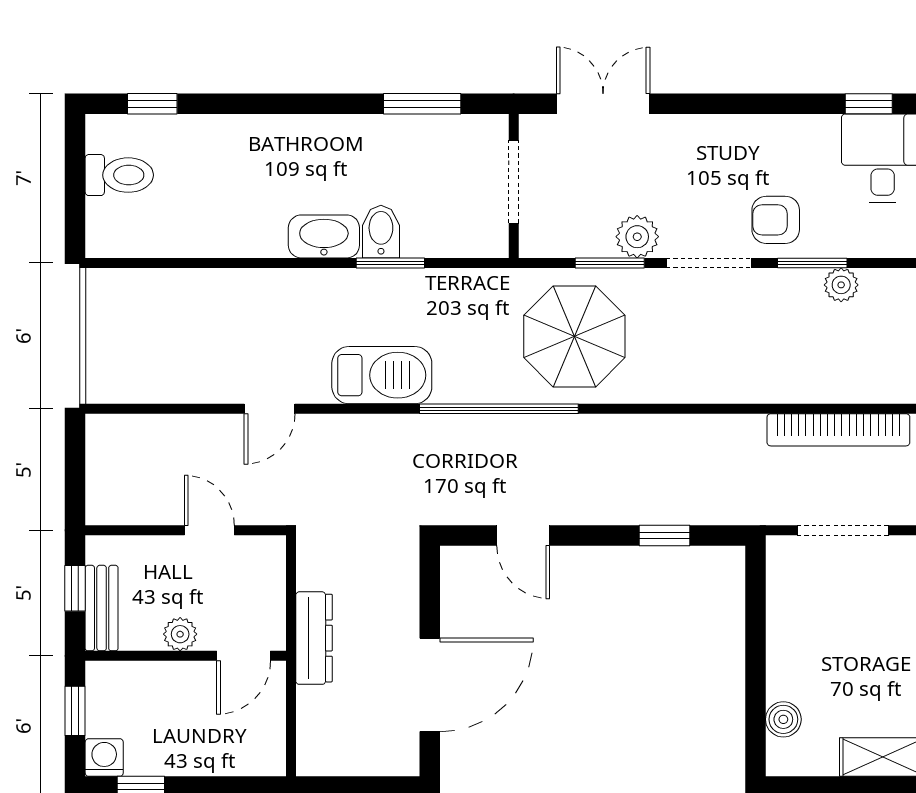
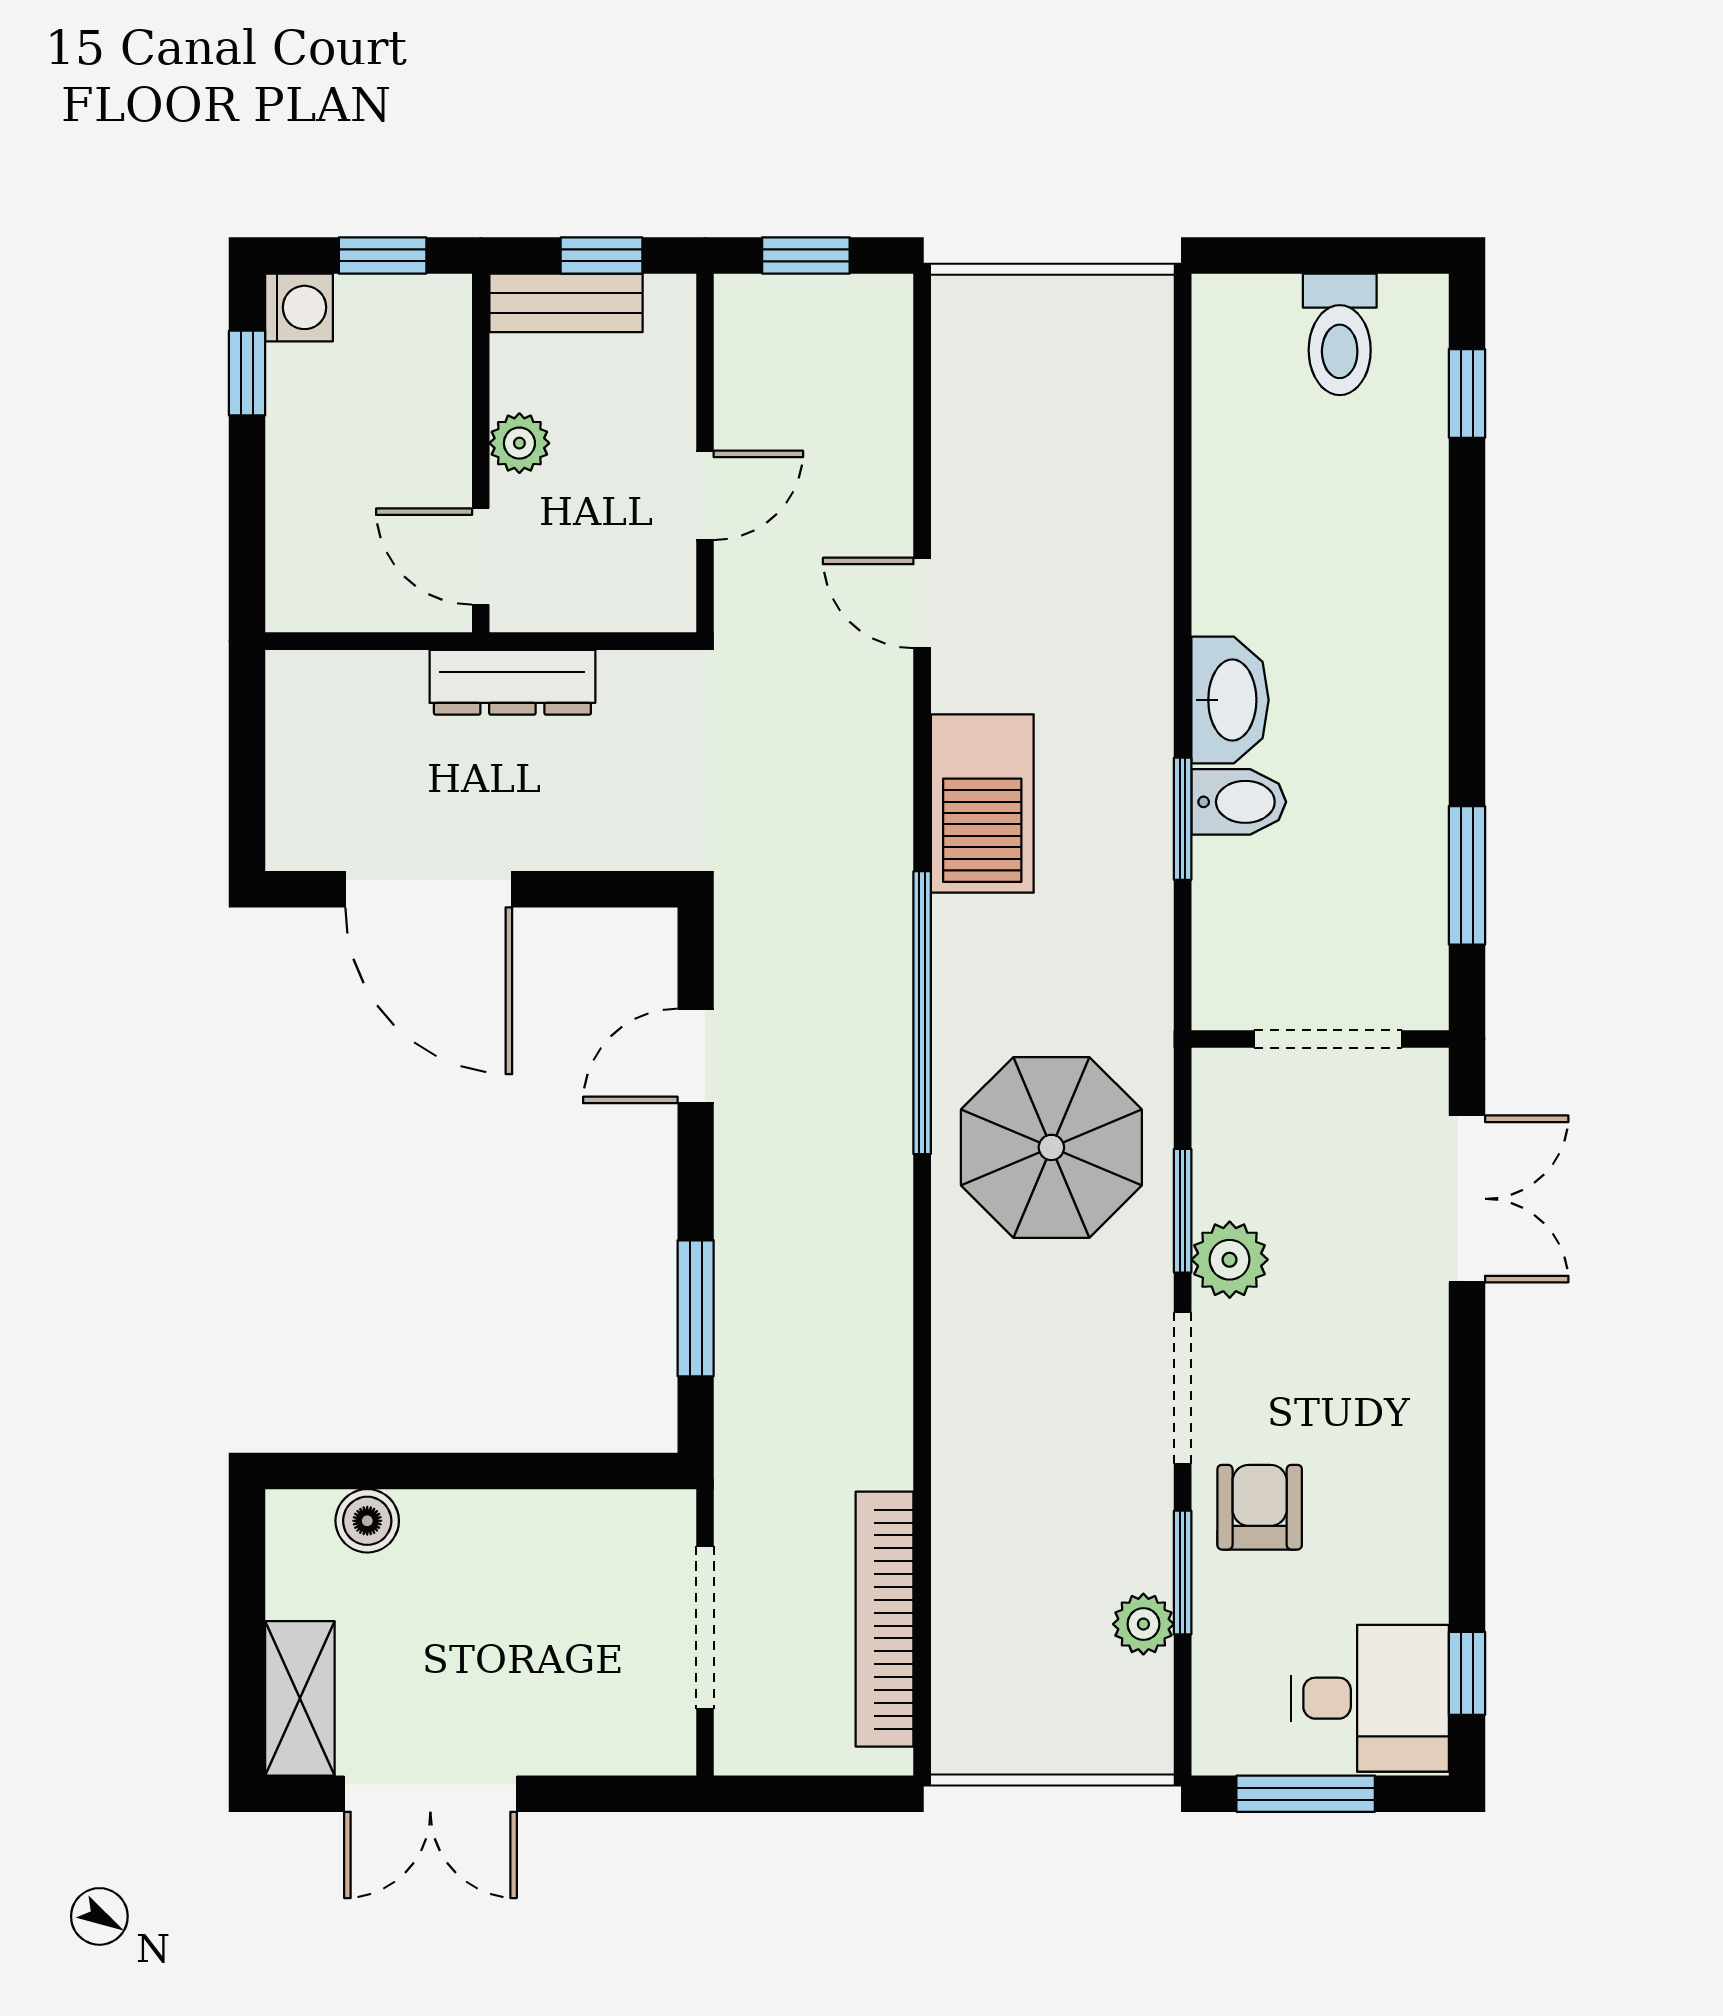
window: (75, 474) -> (806, 255), added
window: (664, 536) -> (696, 1308), width x1.50

